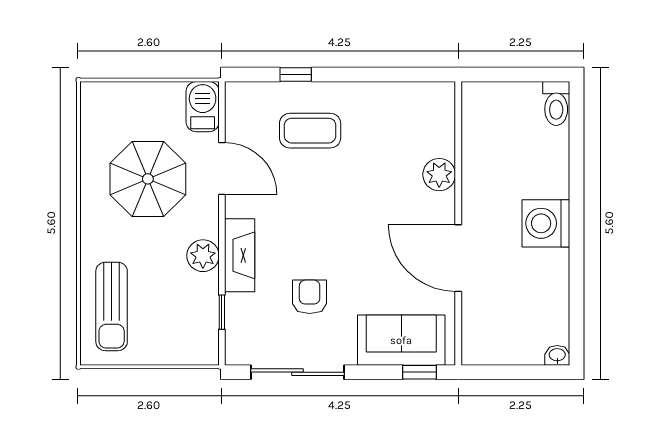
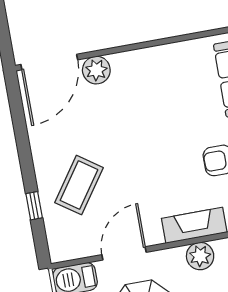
coffee table: (310, 131) -> (79, 185), turned 35
door: (458, 258) -> (49, 62), moved

